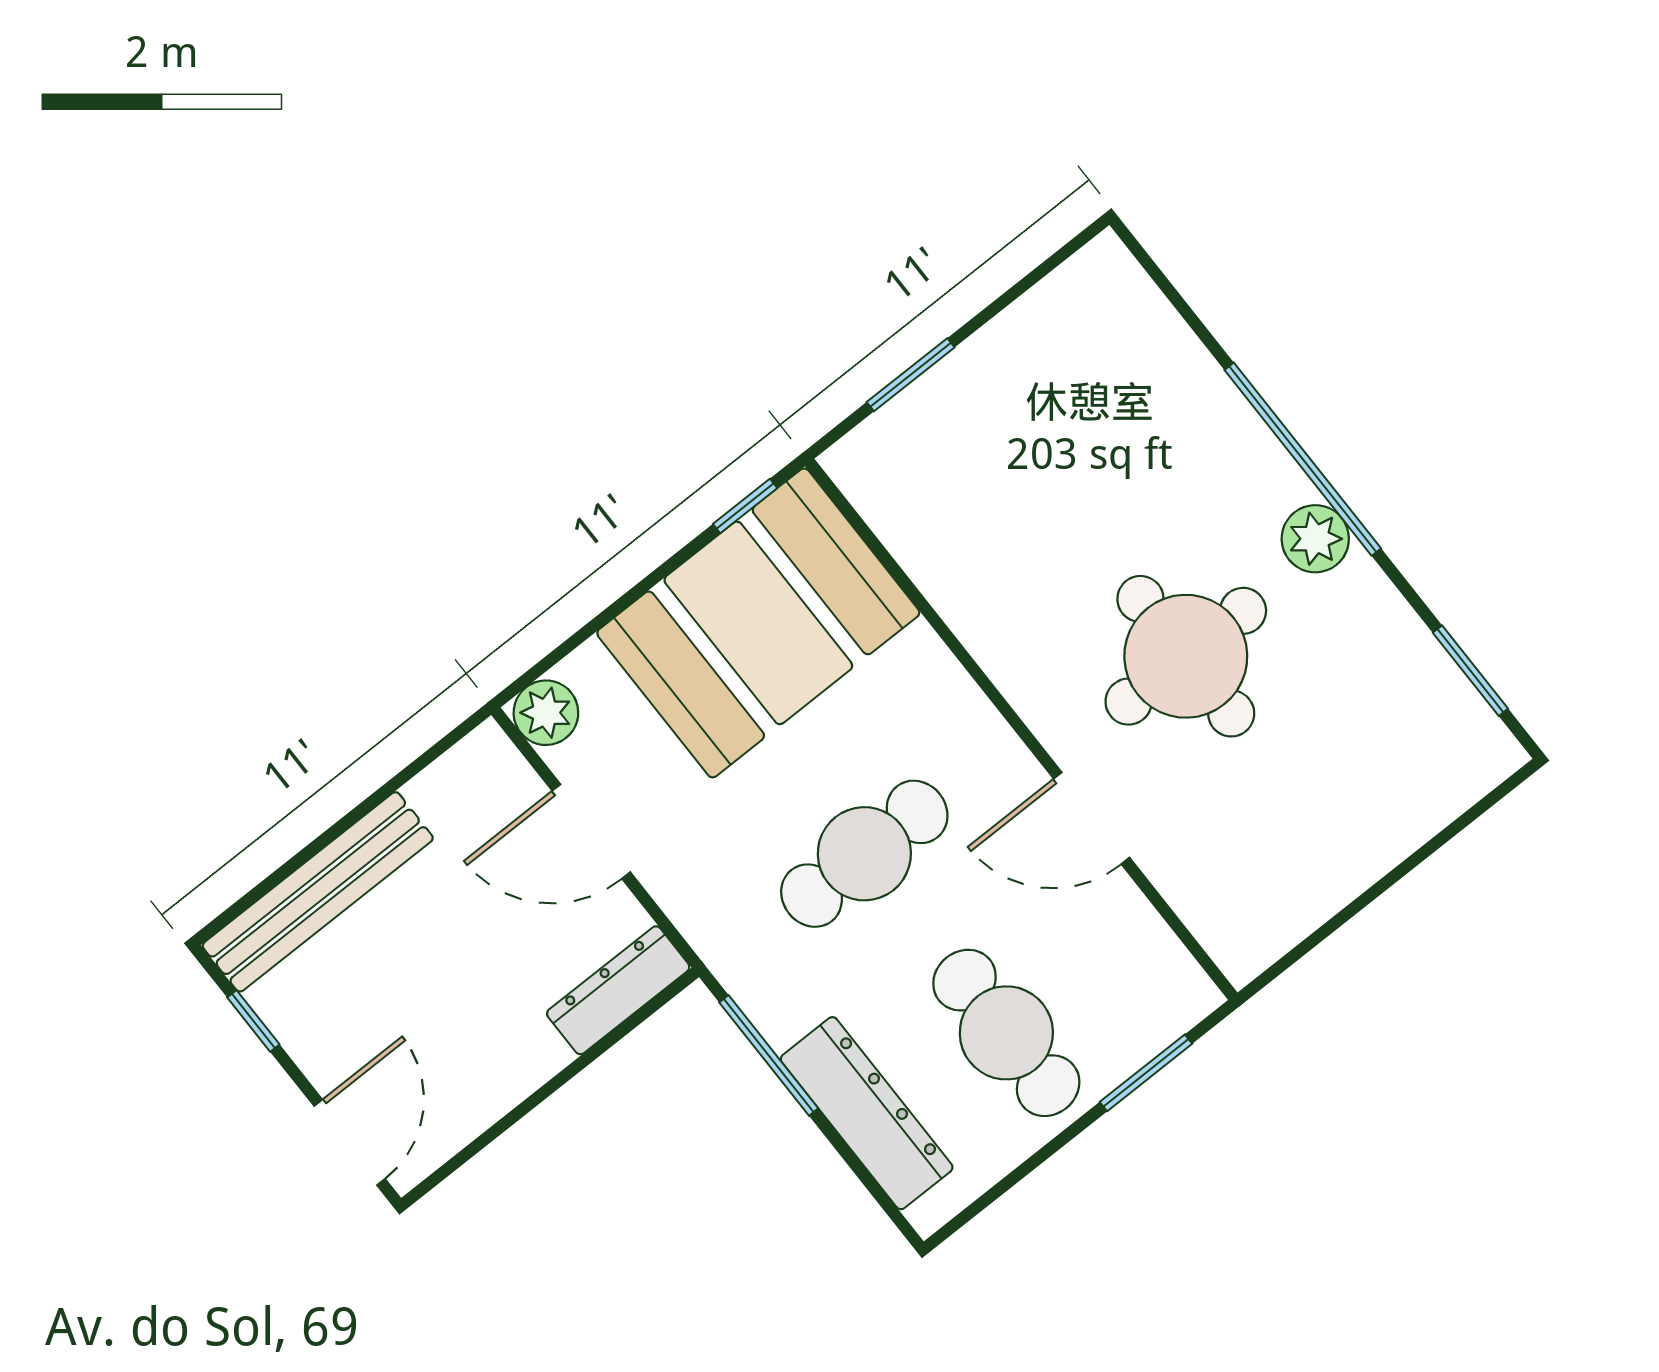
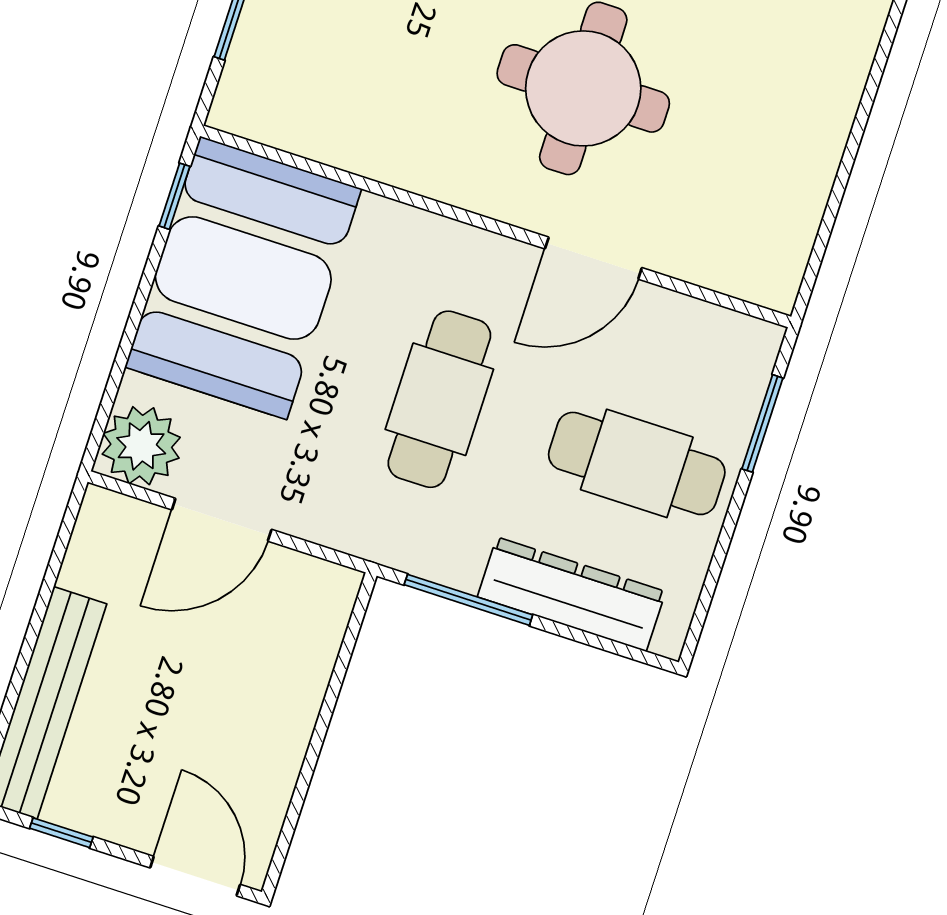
plant: (546, 713) -> (141, 446), width x1.36, depth x1.36
dresser: (618, 990) -> (322, 626), removed

